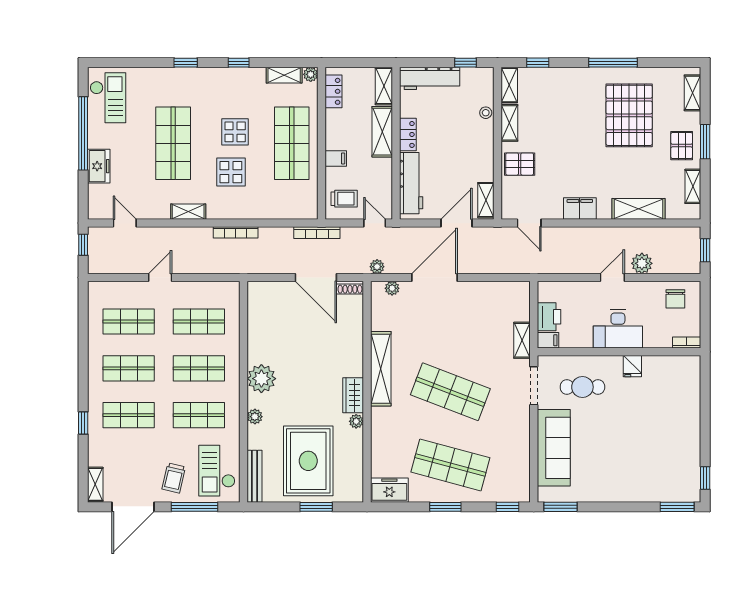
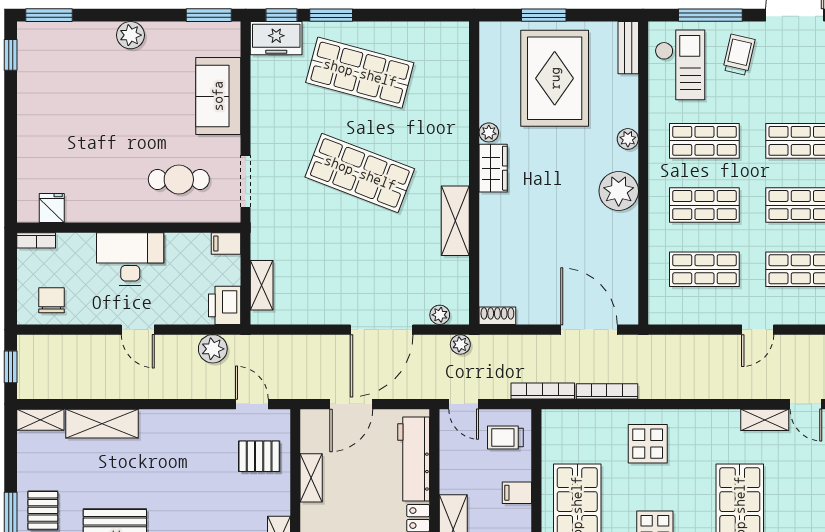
pallet: (520, 164) -> (259, 456), moved
display table: (231, 172) -> (648, 444), moved
shelving: (693, 186) -> (40, 420), moved, turned 90
shelving: (486, 200) -> (311, 478), moved
filing cabinet: (580, 209) -> (182, 424), removed
shelving: (188, 212) -> (765, 420), moved
bookcase: (236, 232) -> (607, 391), moved
plant: (642, 263) -> (213, 349), moved
door: (316, 277) -> (589, 330), moved
door: (612, 277) -> (138, 330), hinge flipped
printer: (549, 317) -> (225, 305), moved
shelving: (522, 340) -> (262, 285), moved
fridge: (632, 366) -> (52, 208), moved
shelving: (381, 369) -> (455, 221), width x0.68
sofa: (554, 448) -> (218, 96), width x0.73
bench: (255, 476) -> (628, 48), width x0.73
freezer: (389, 490) -> (276, 38), moved
plant: (618, 492) -> (131, 35), added
window: (445, 507) -> (331, 15), moved

